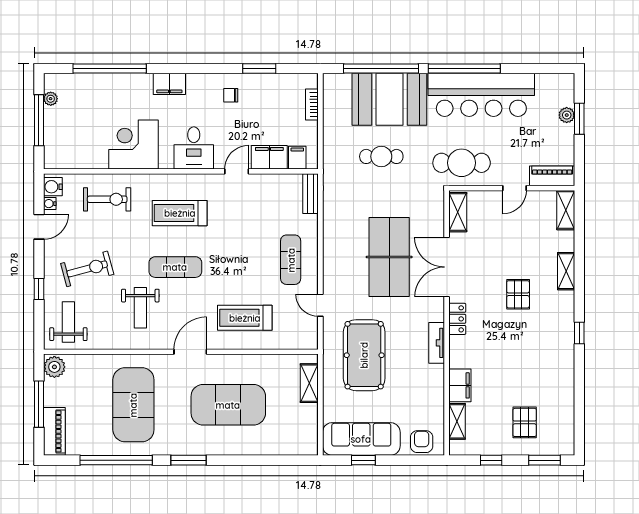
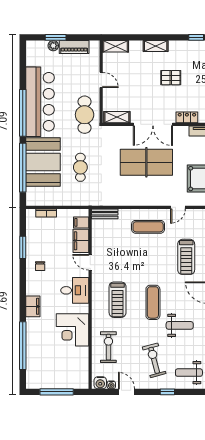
plant: (51, 99) -> (42, 384), removed
piano: (552, 176) -> (74, 47), moved, turned -90

